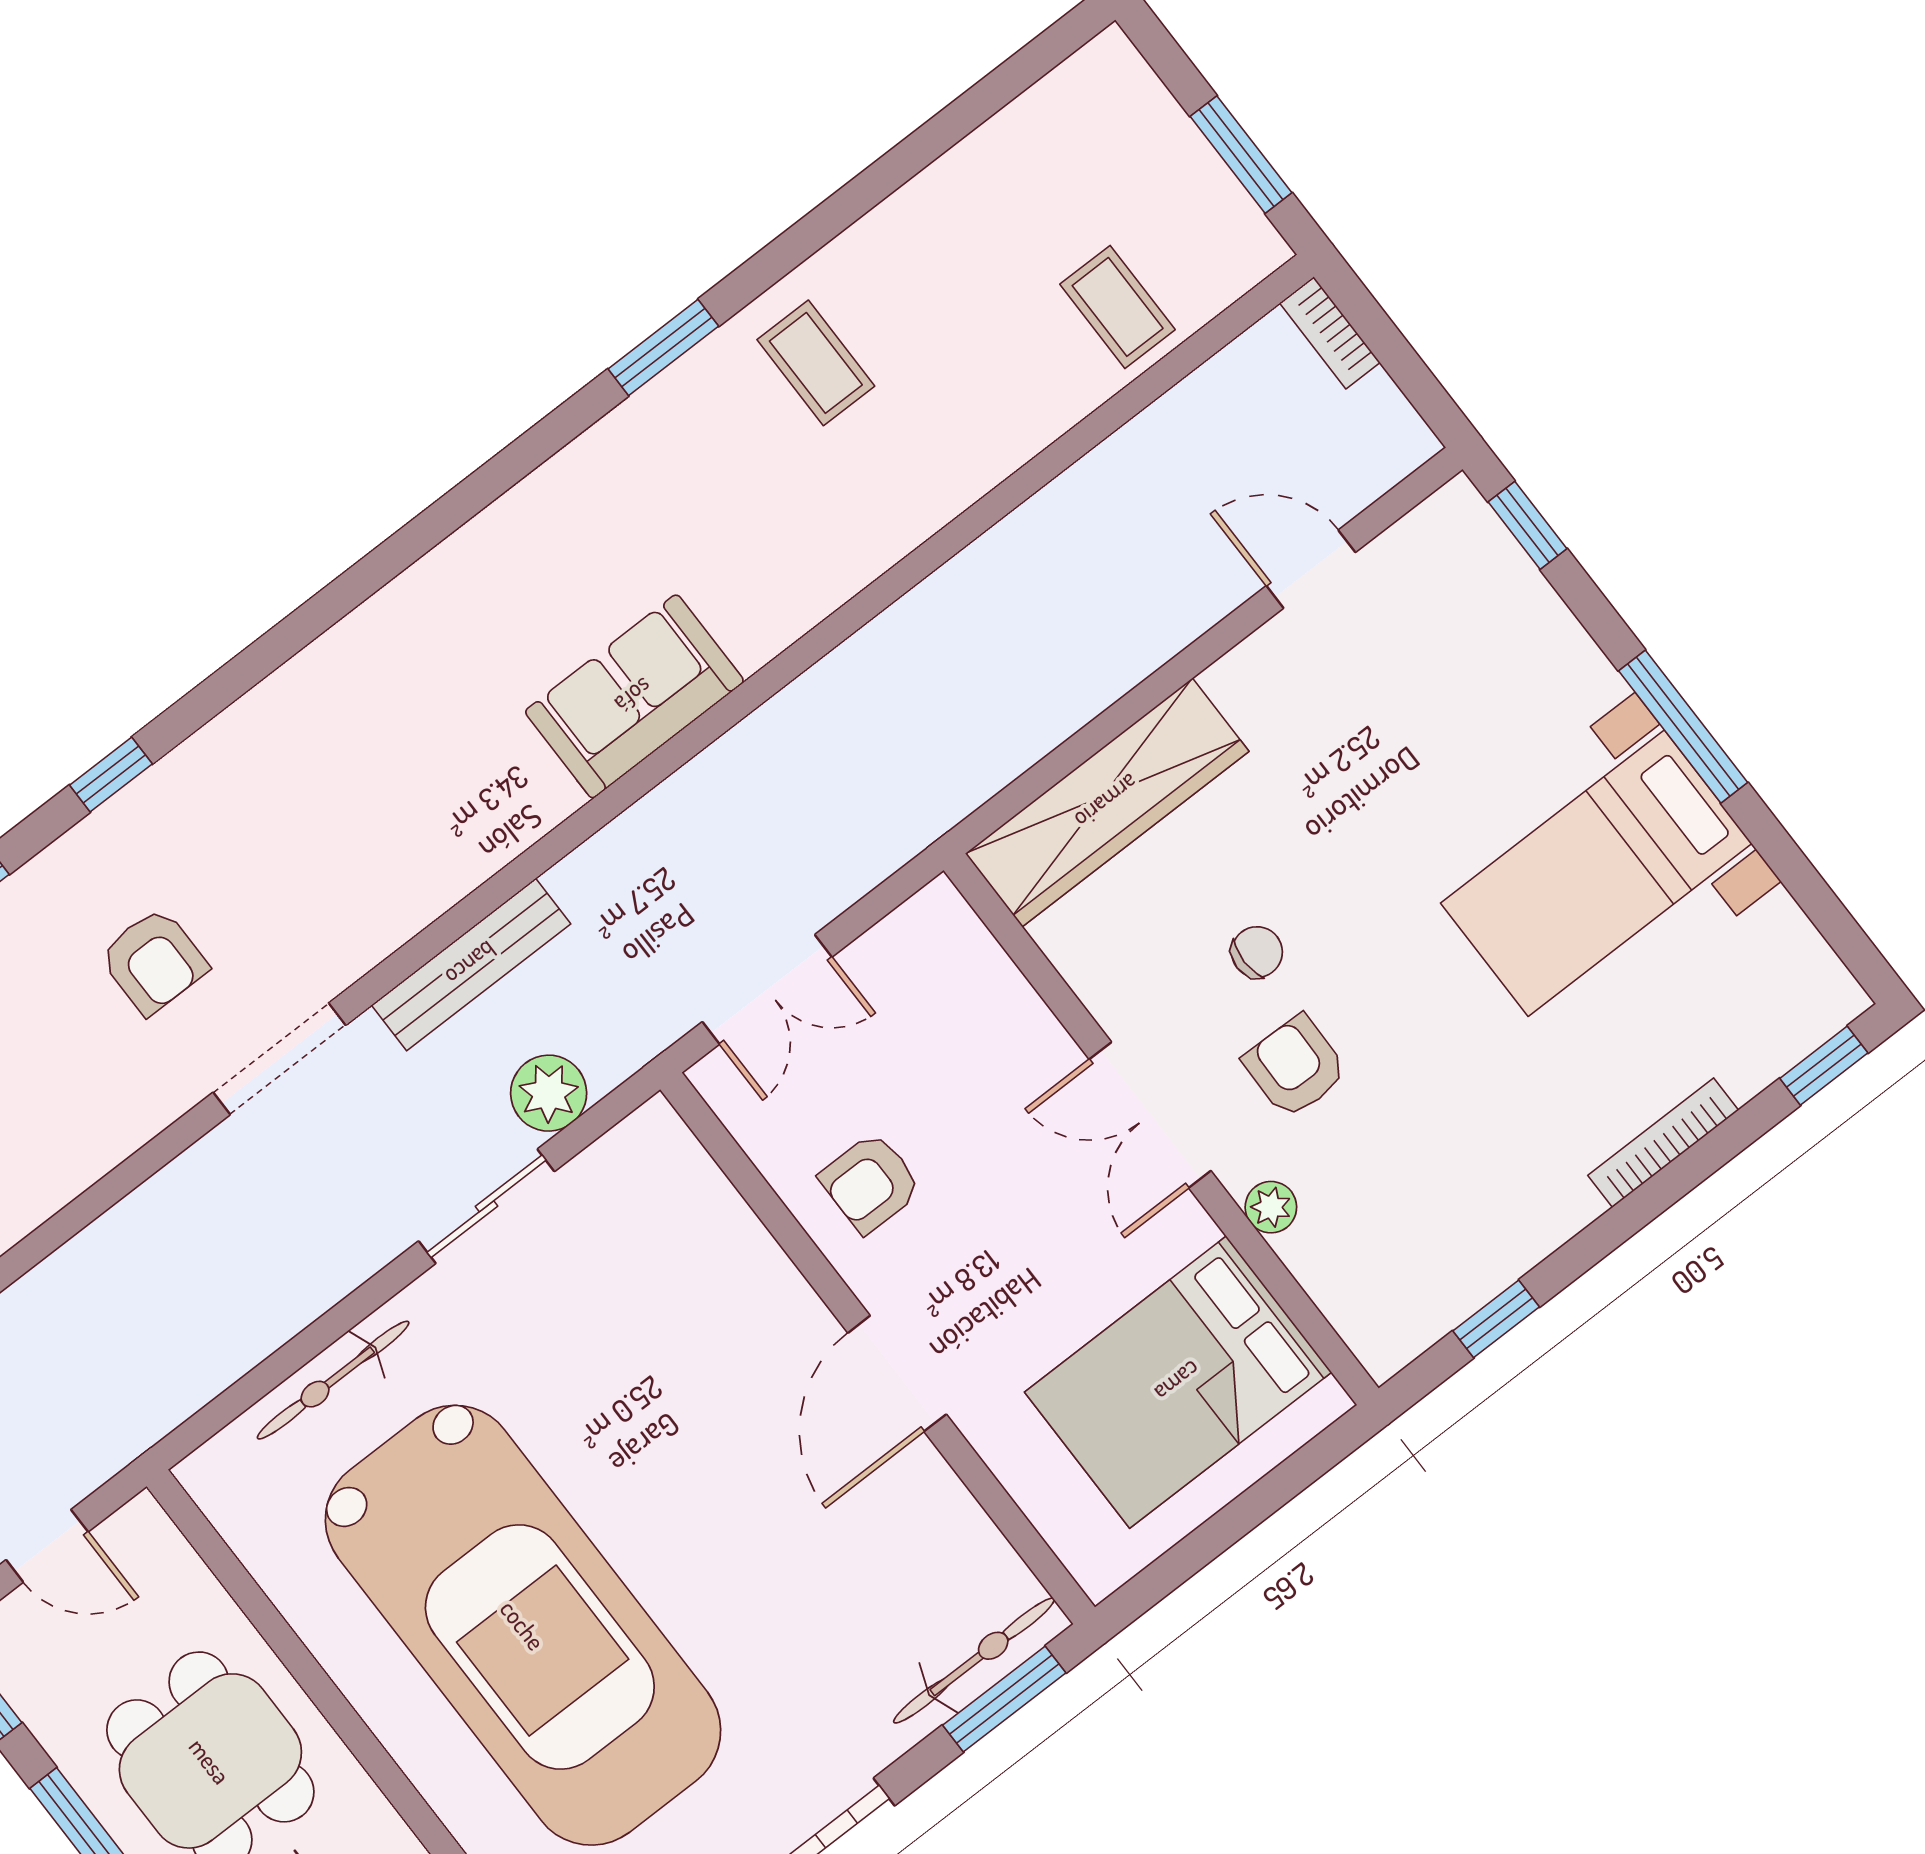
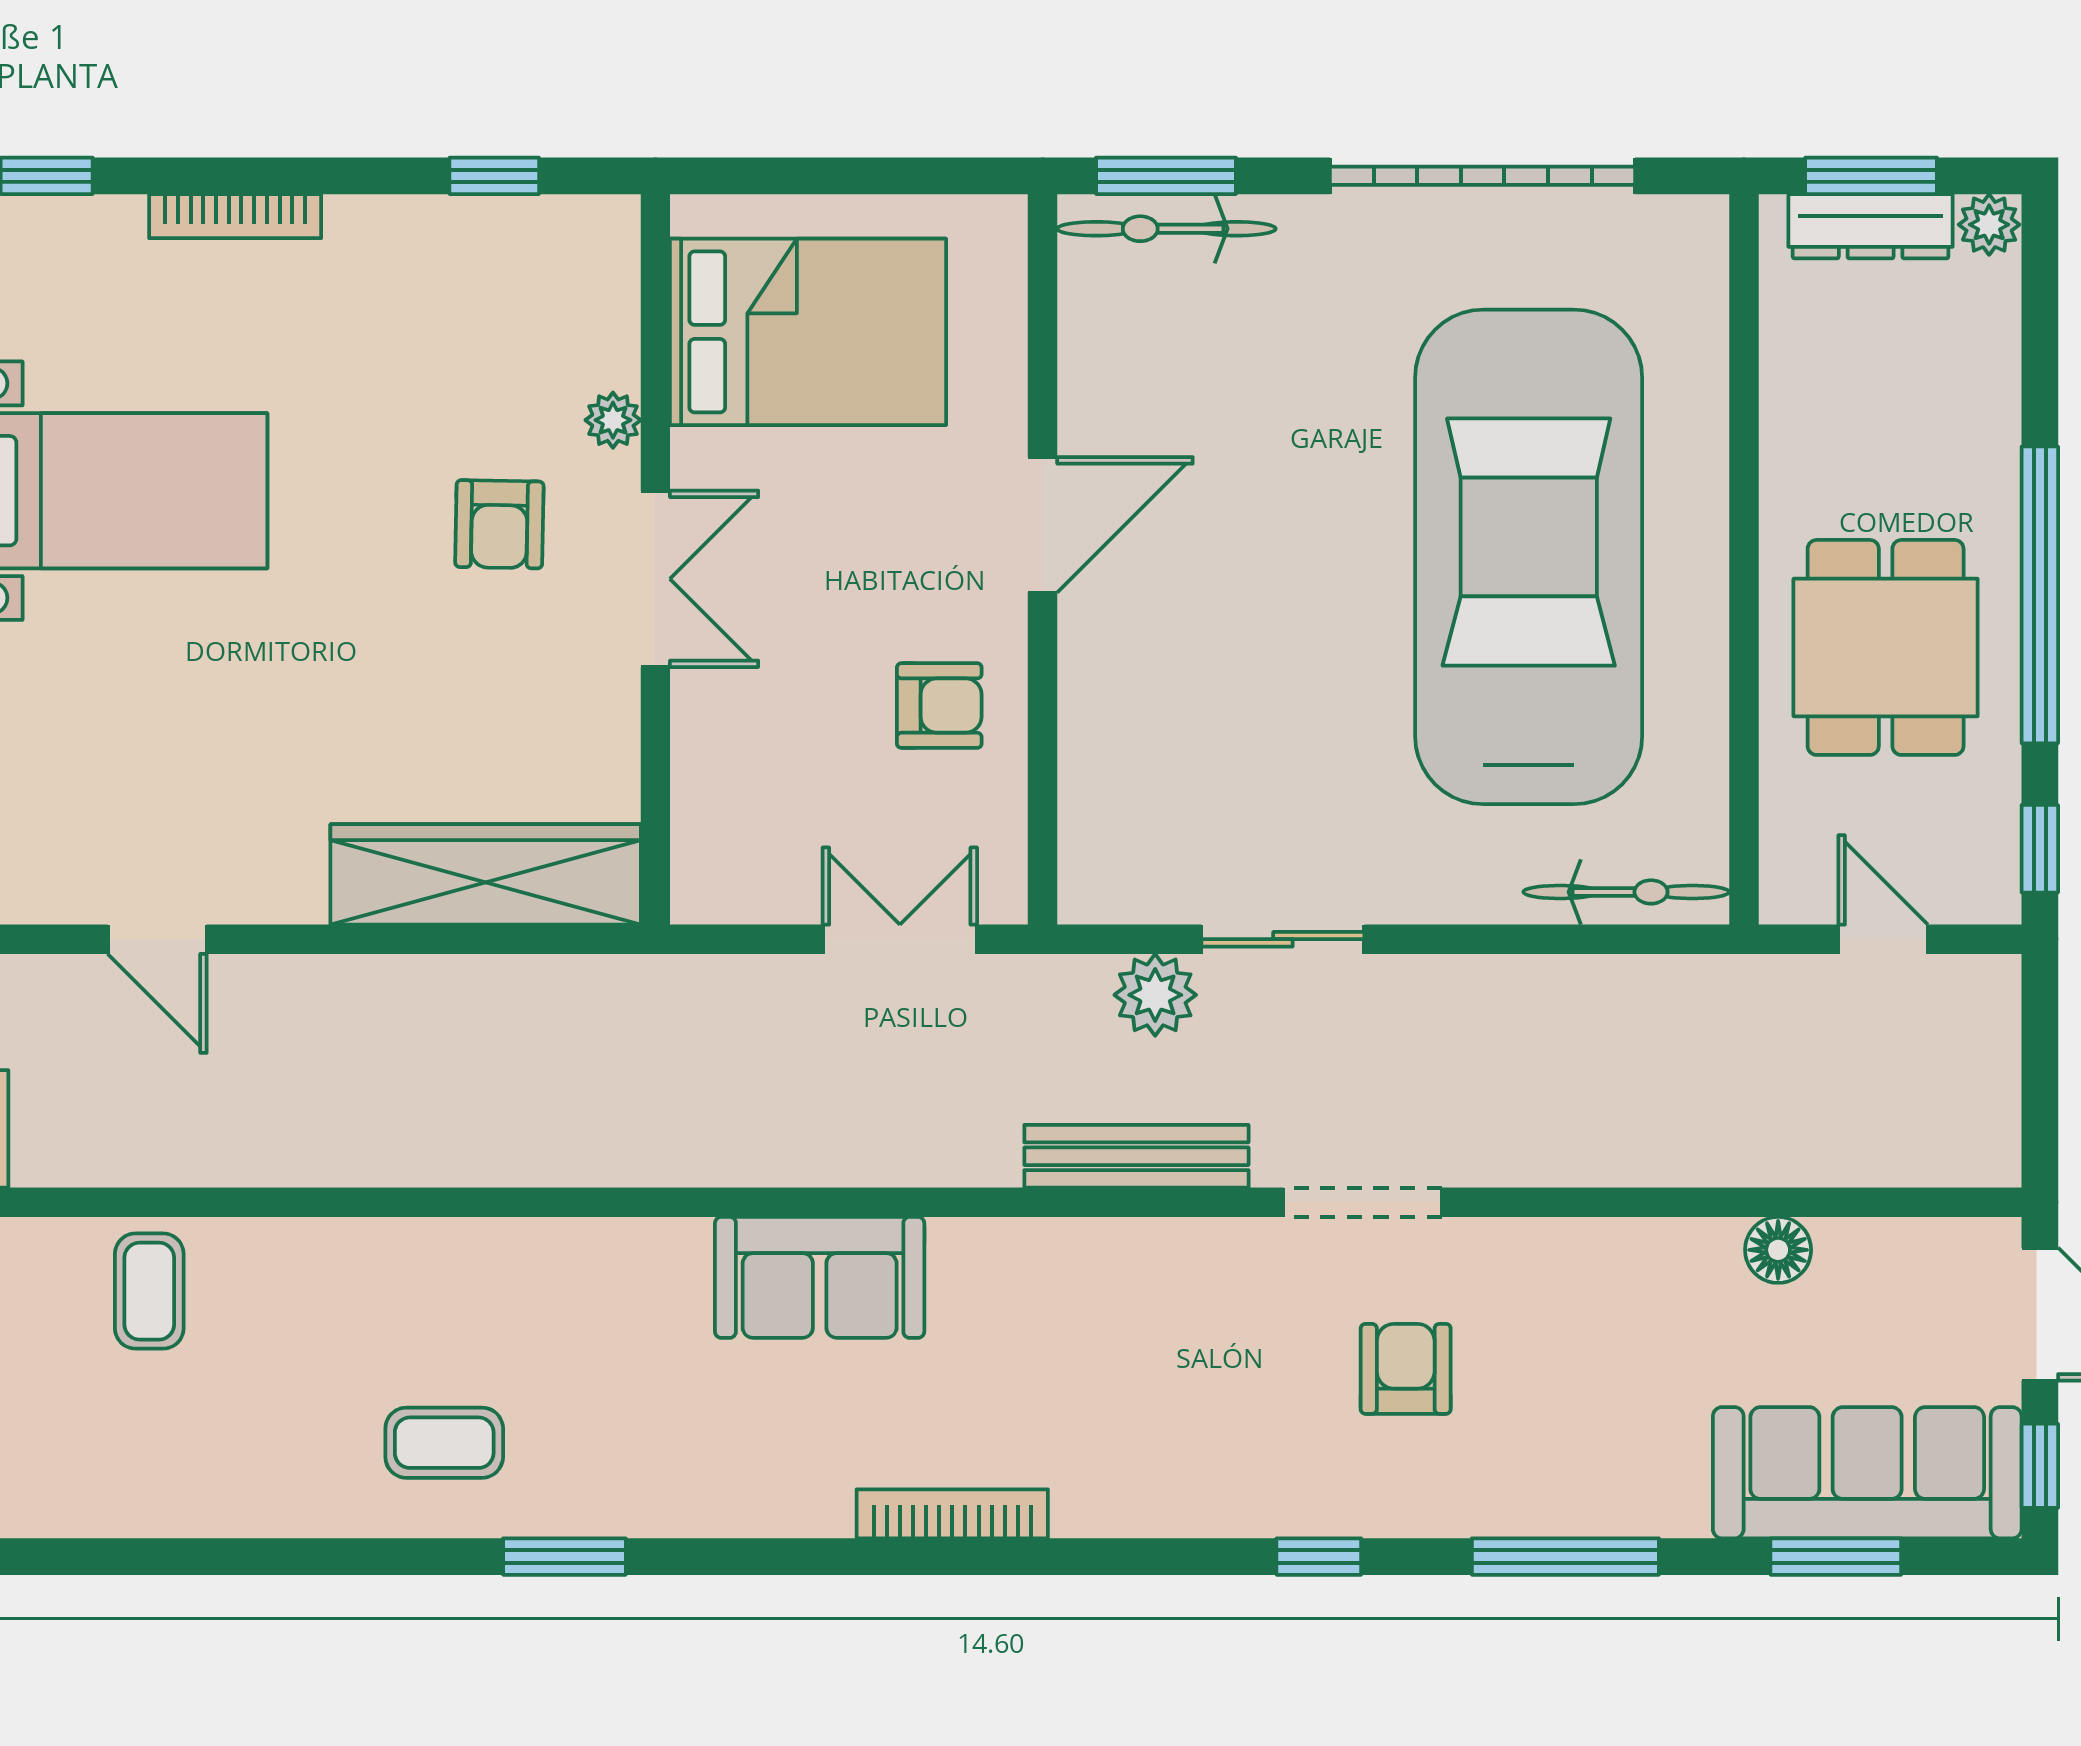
coffee table: (816, 363) -> (444, 1443), turned 90
bookcase: (404, 598) -> (952, 1514), added
chair: (1257, 952) -> (456, 647), removed
bicycle: (333, 1380) -> (1626, 892), moved

